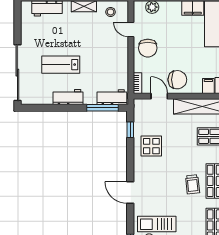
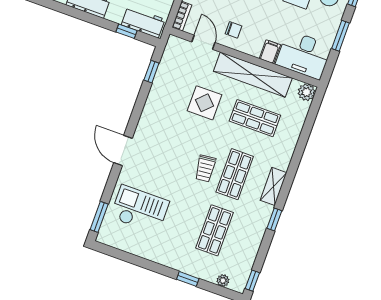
chair: (177, 80) -> (233, 30), width x0.54, depth x0.54
window: (102, 108) -> (126, 31), width x0.46
display table: (151, 146) -> (204, 103), moved

